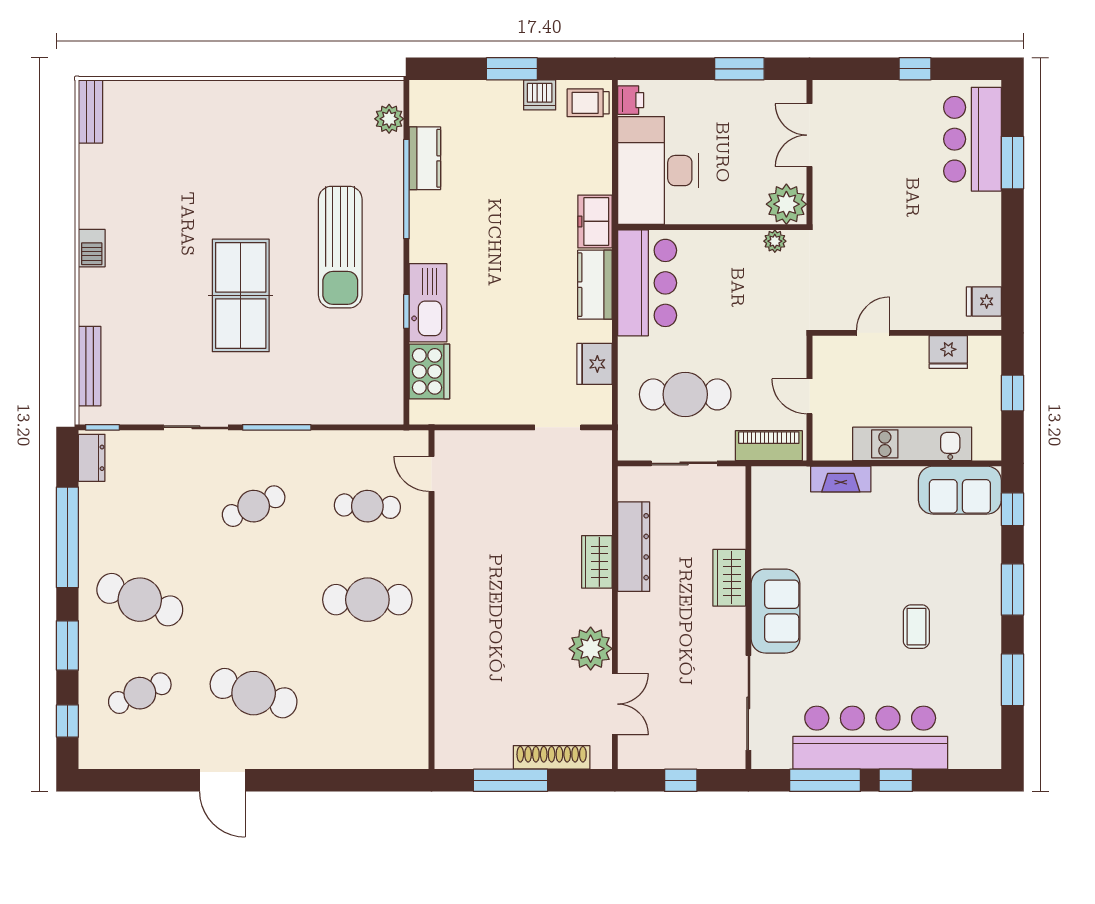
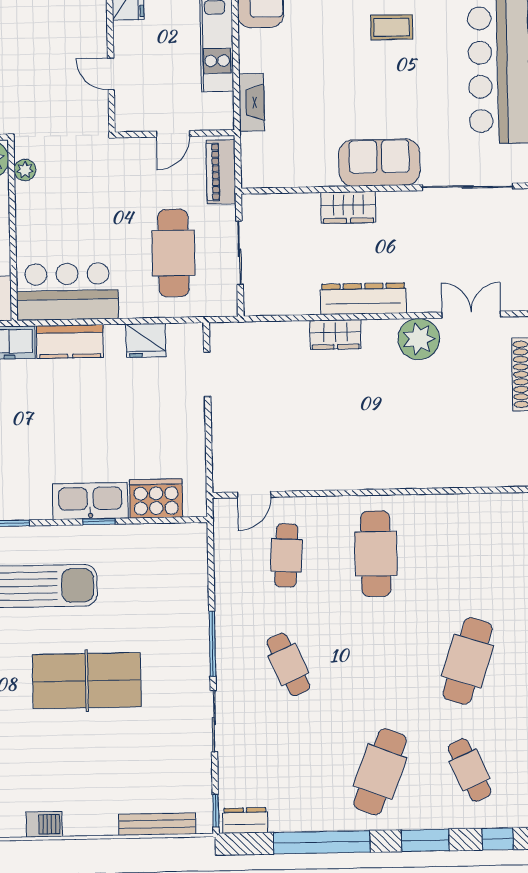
dresser: (634, 547) -> (363, 299), moved

